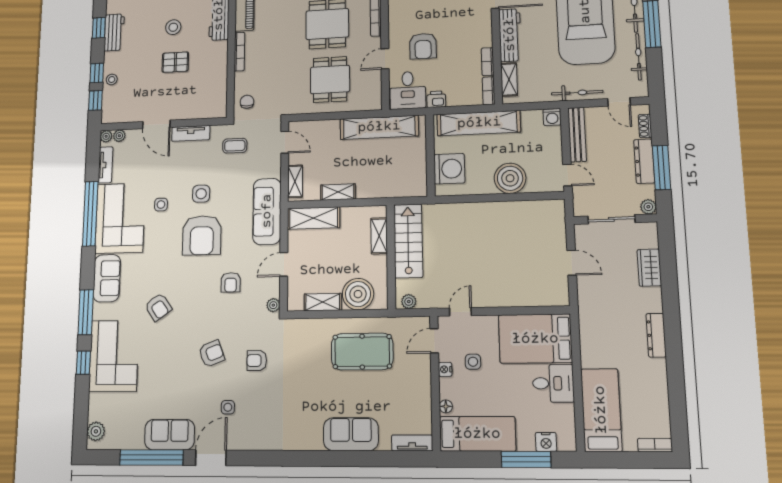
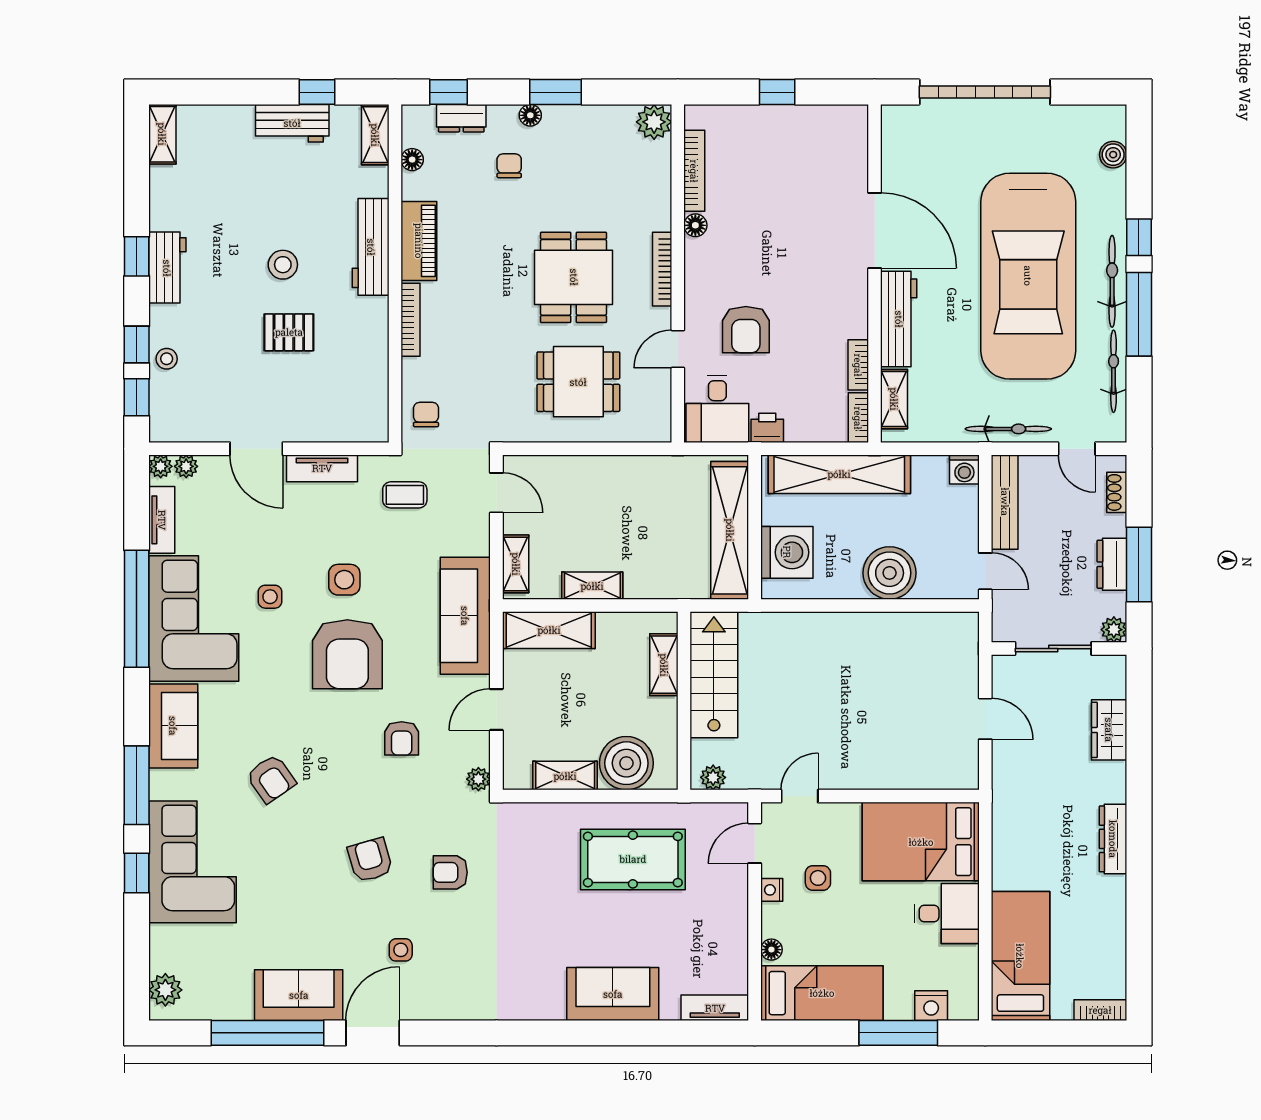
dining table: (330, 80) -> (578, 382), turned 90
shelving: (379, 127) -> (730, 530), moved, turned 90
dresser: (644, 161) -> (1112, 564), width x0.70
armchair: (212, 354) -> (370, 860), turned -85

